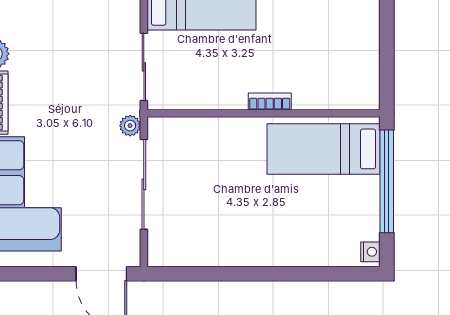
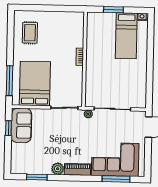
bed: (323, 149) -> (126, 36), moved
window: (387, 181) -> (113, 10), width x0.47

